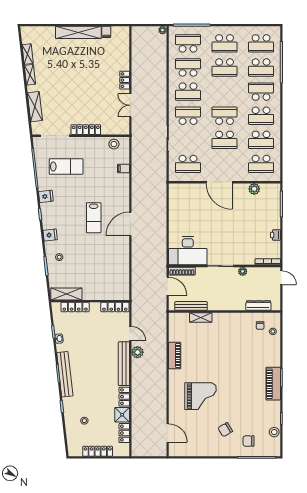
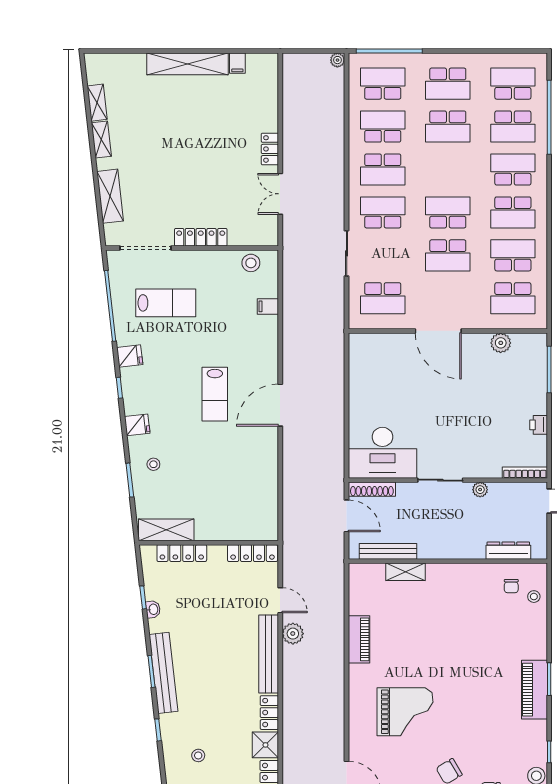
school desk: (261, 43) -> (513, 84), turned 180
school desk: (261, 140) -> (513, 255), turned 180

